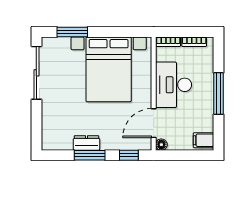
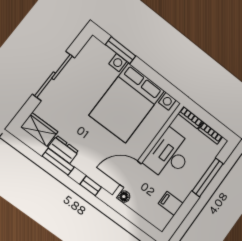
sliding door: (36, 73) -> (54, 76), moved
window: (219, 94) -> (208, 177), moved
filing cabinet: (203, 140) -> (171, 203), moved
wardrobe: (57, 141) -> (39, 129), added

